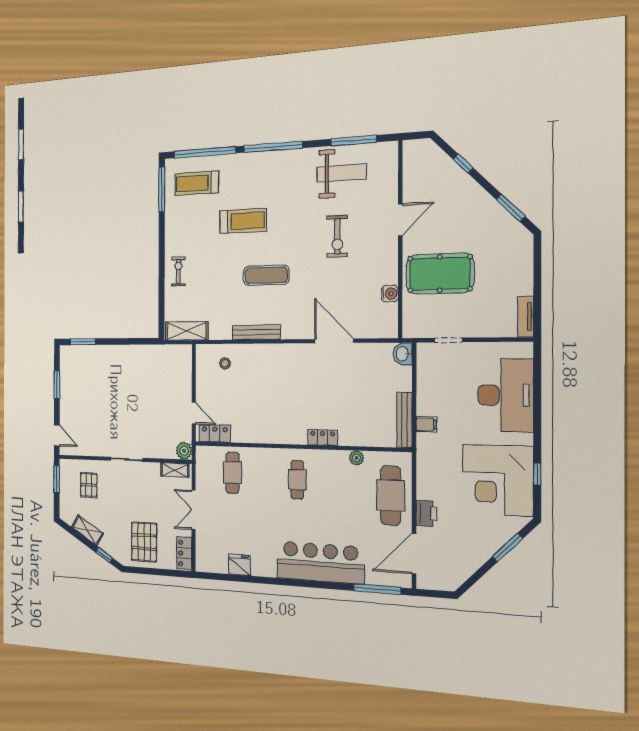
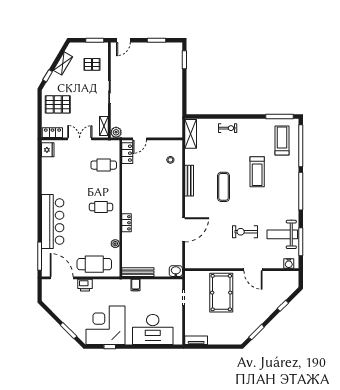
weight bench: (342, 173) -> (282, 234), turned 90
water cooler: (390, 294) -> (289, 264), moved
fridge: (239, 565) -> (48, 150), moved

